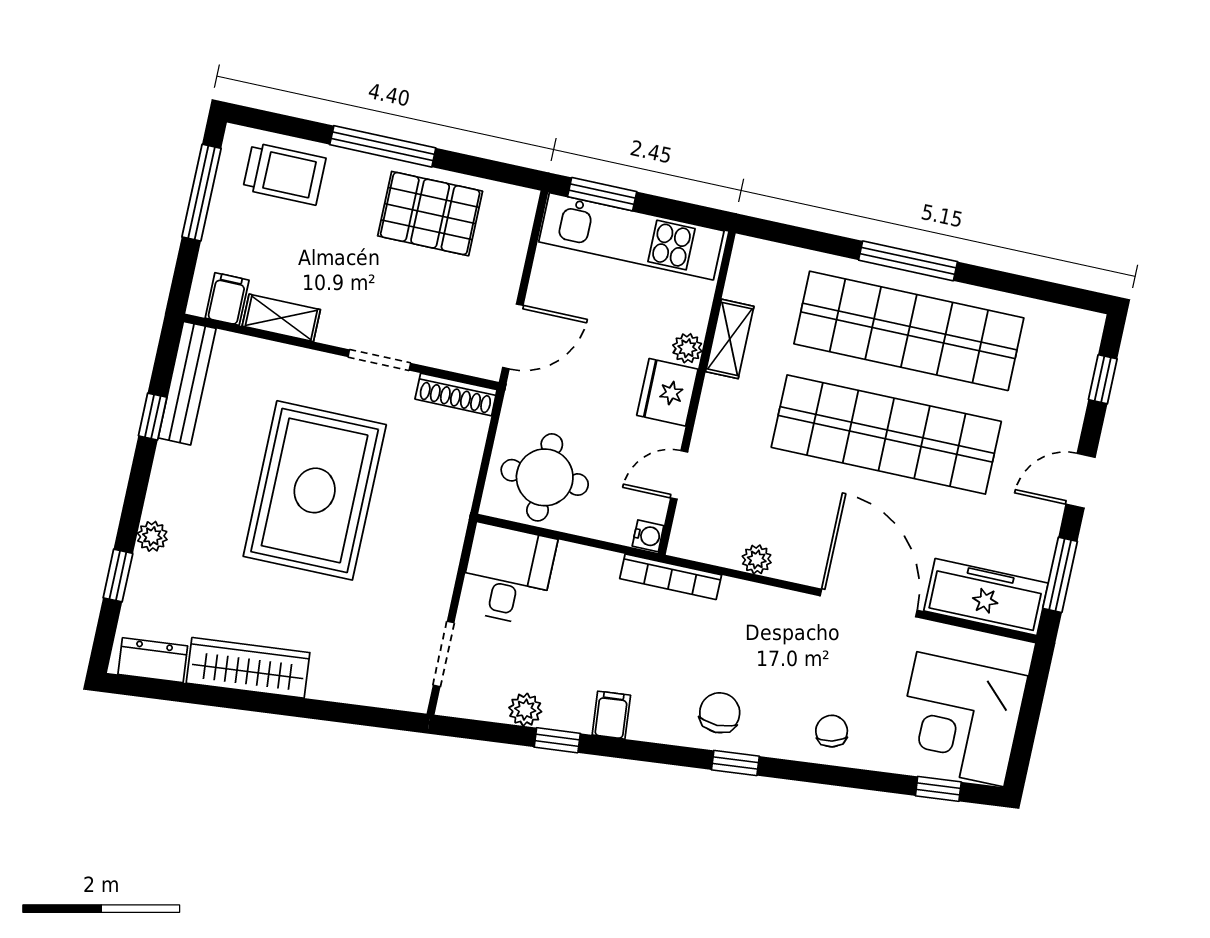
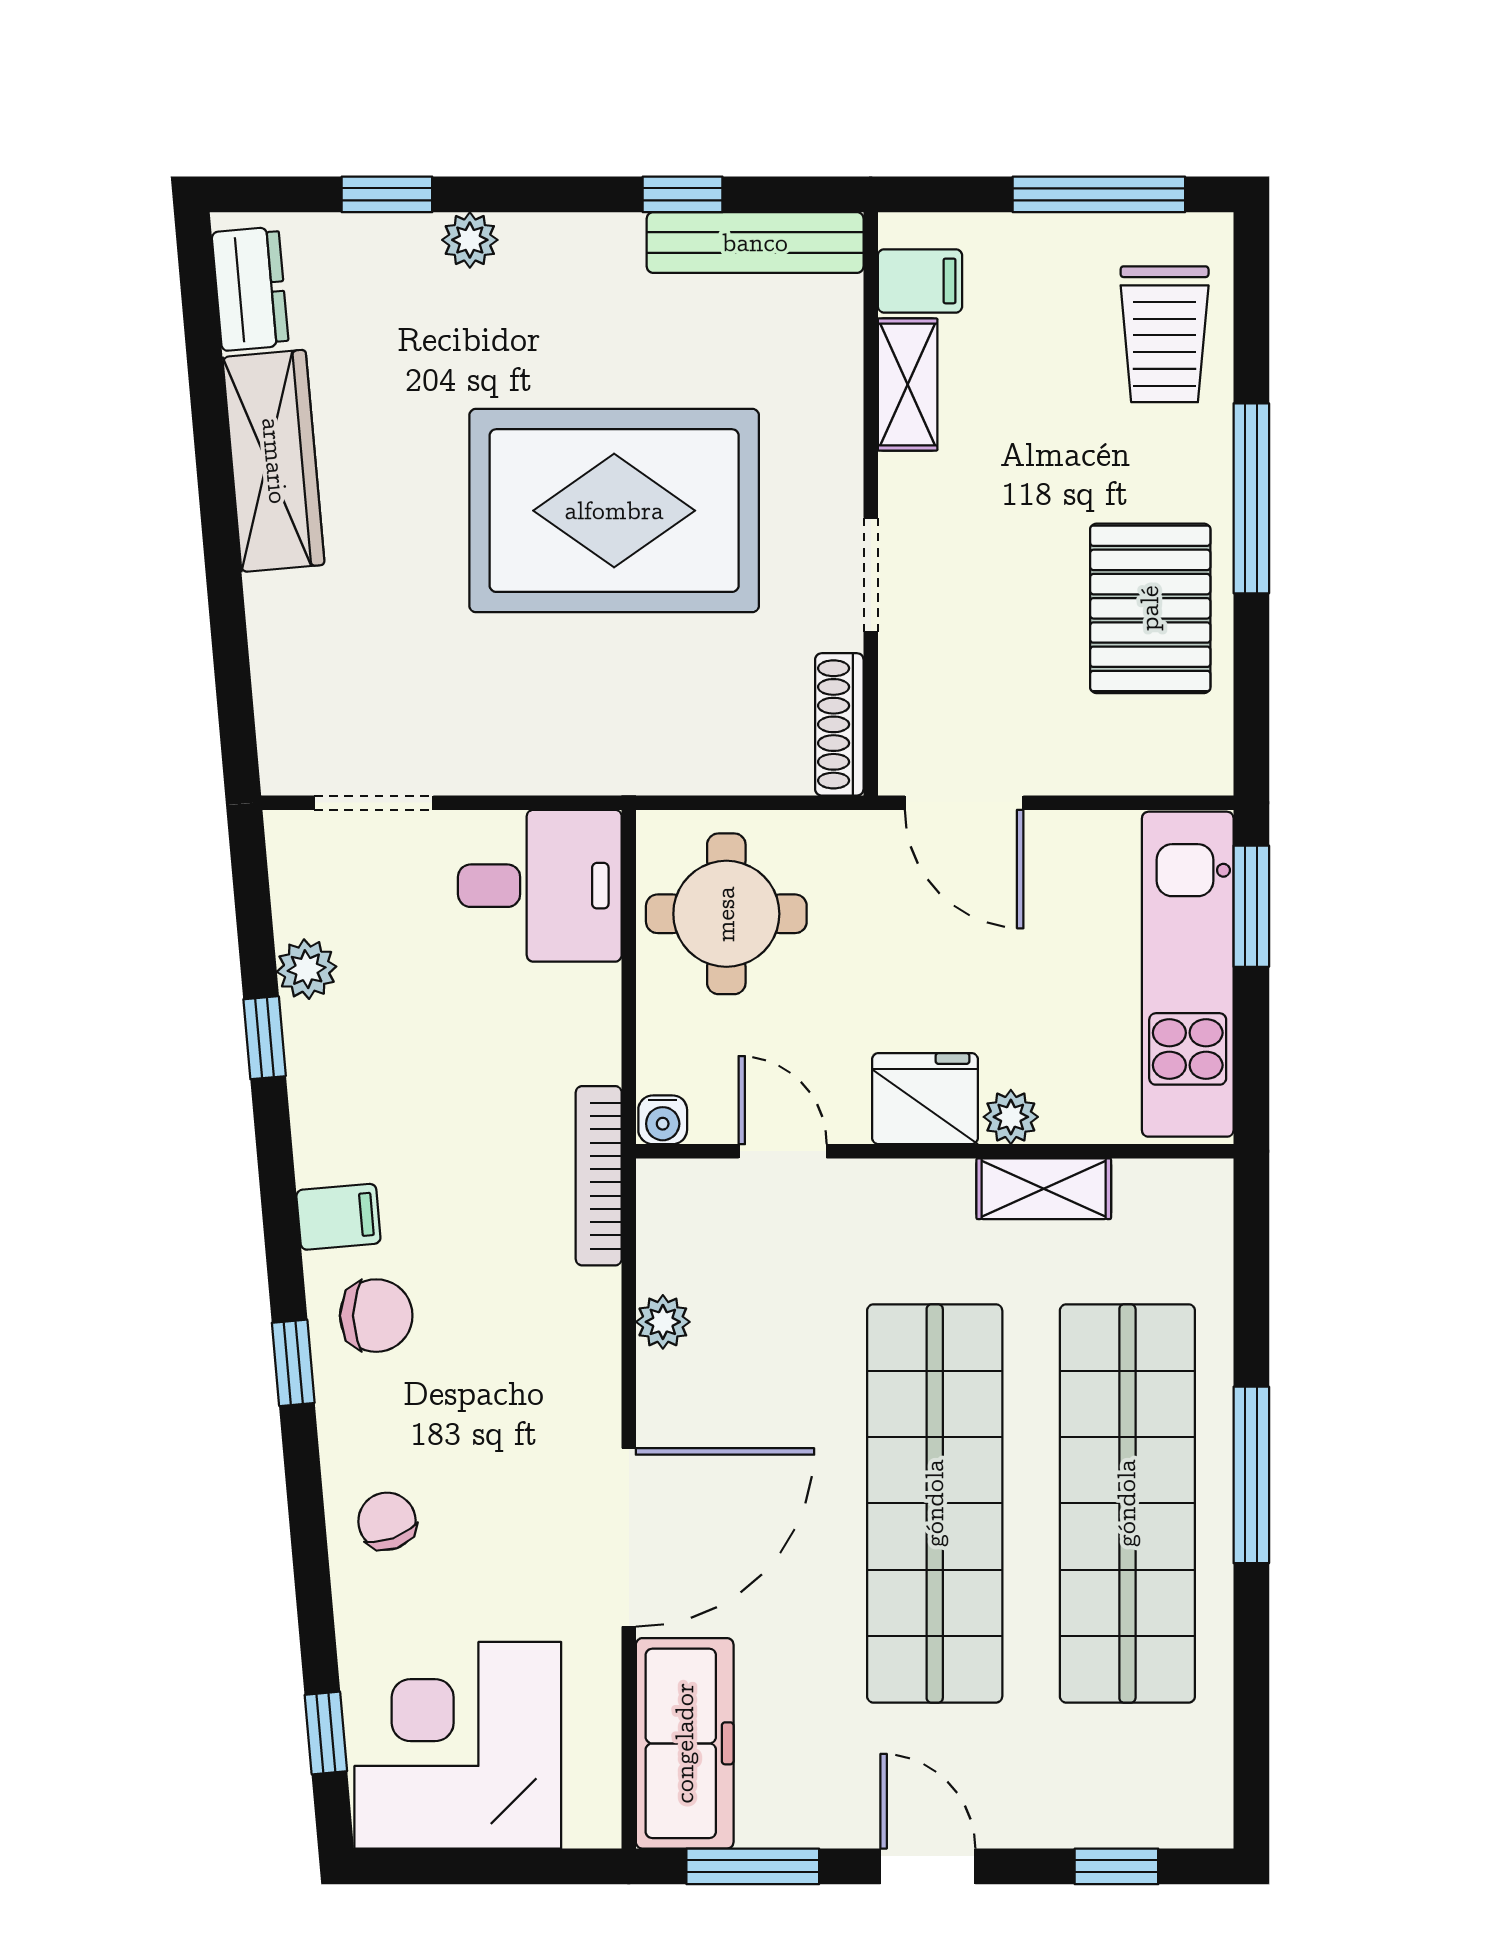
filing cabinet: (611, 715) -> (338, 1217), moved
chair: (832, 731) -> (387, 1521), turned -96

